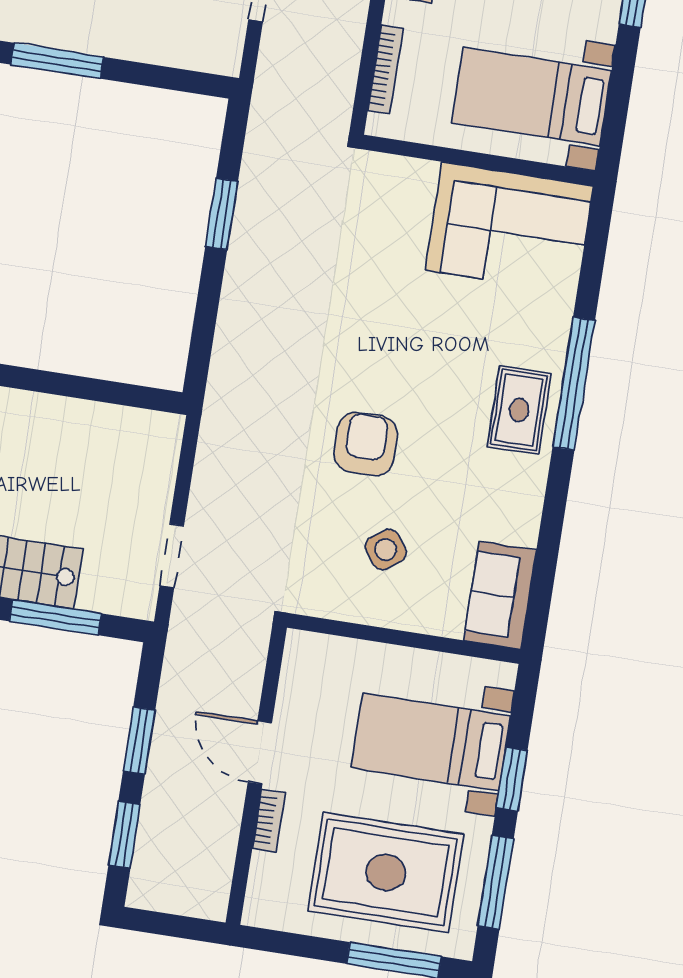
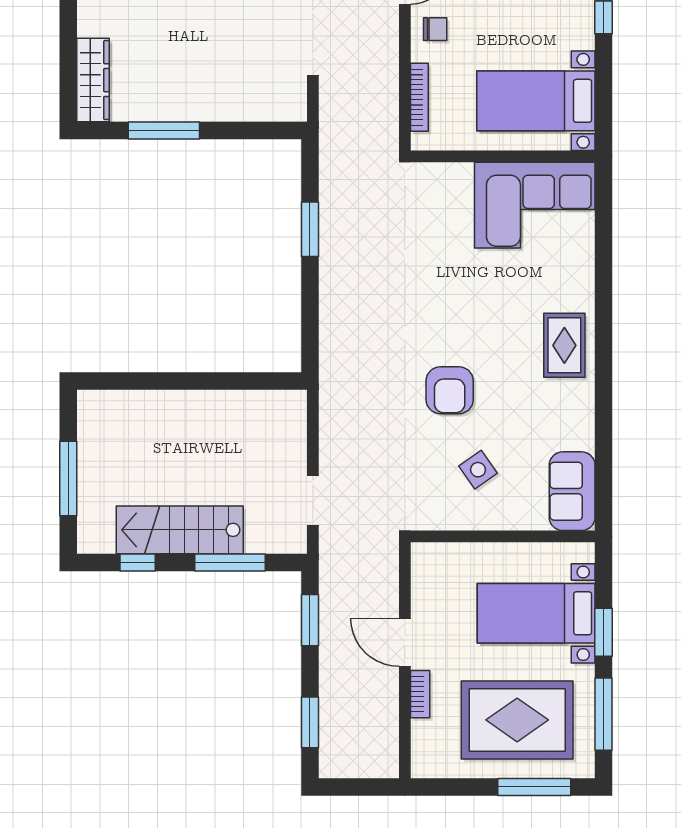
window: (574, 384) -> (604, 318), removed
armchair: (366, 444) -> (450, 390), turned 180
window: (139, 741) -> (310, 620), moved

